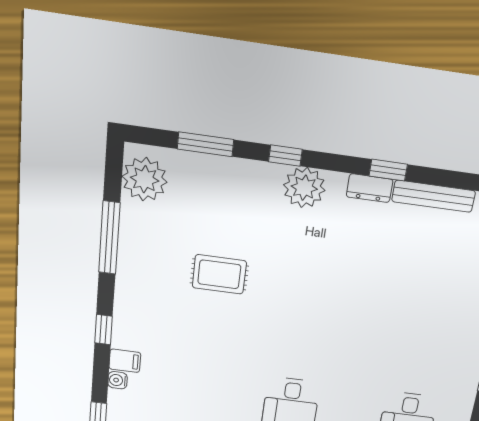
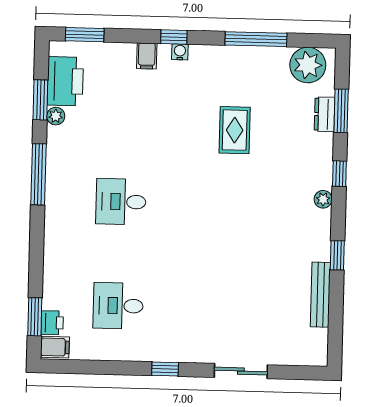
plant: (304, 188) -> (323, 199), width x0.53, depth x0.53
dresser: (370, 188) -> (324, 114), moved
water cooler: (118, 380) -> (180, 52), moved

